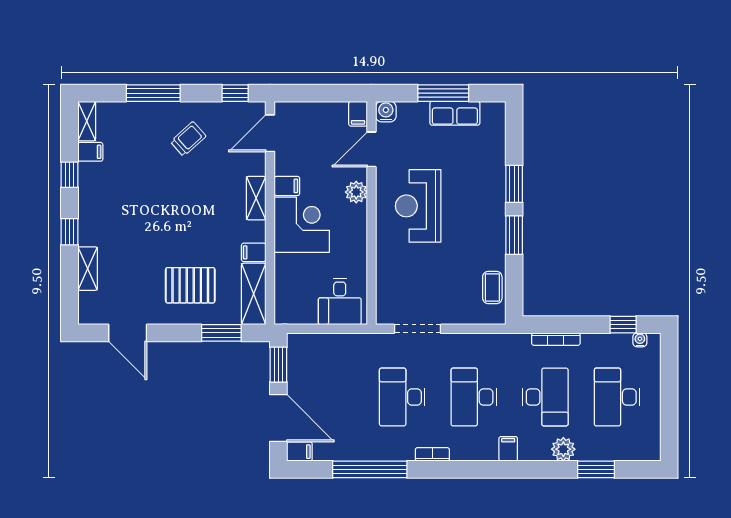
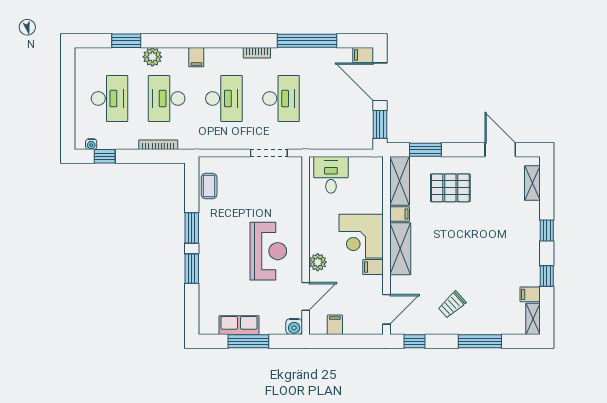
filing cabinet: (358, 114) -> (335, 325), moved
shelving: (256, 198) -> (400, 249), width x1.50, depth x1.33
shelving: (88, 269) -> (532, 183), moved

